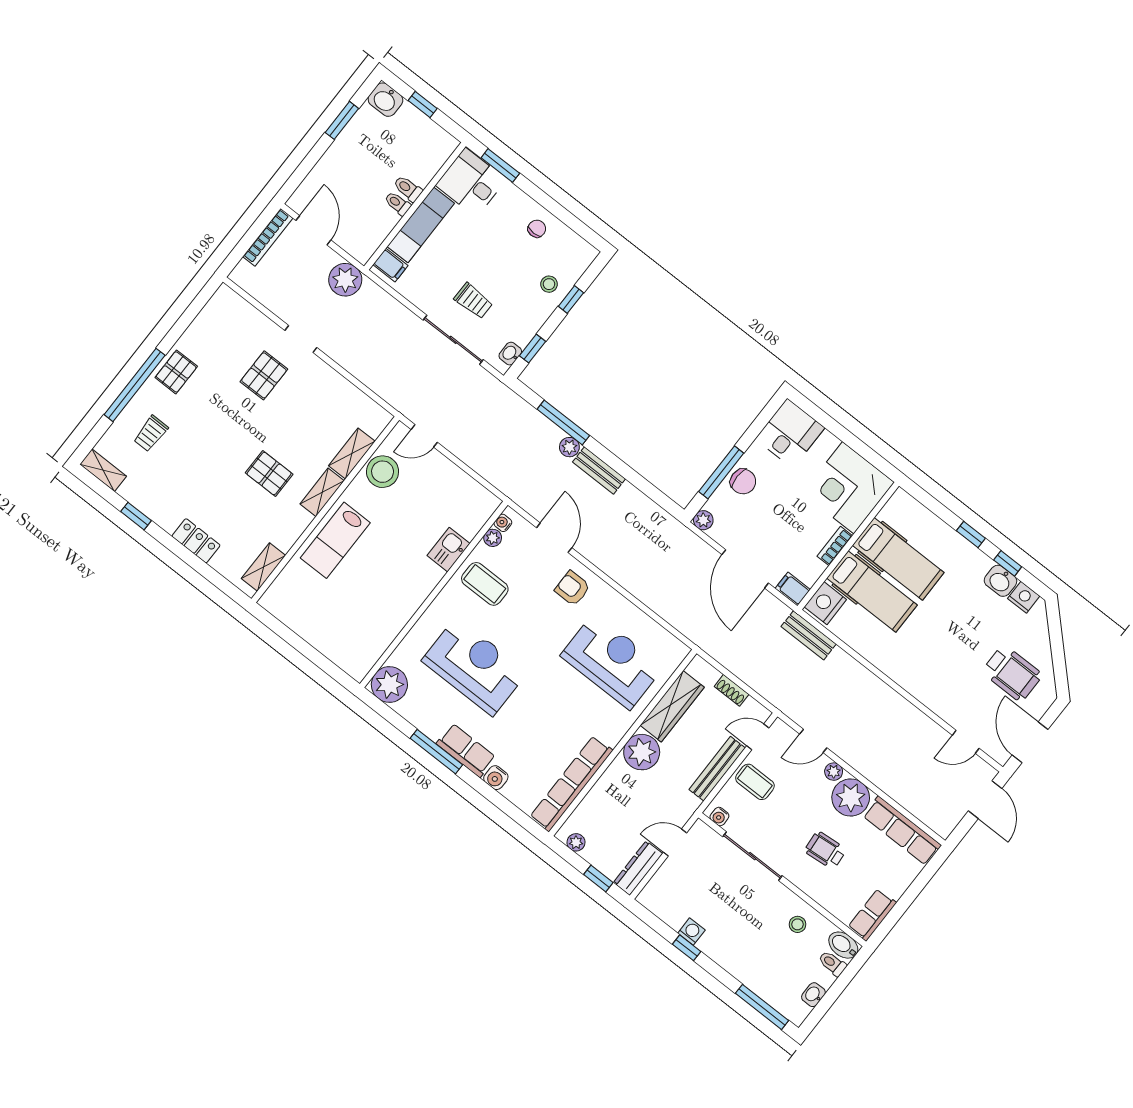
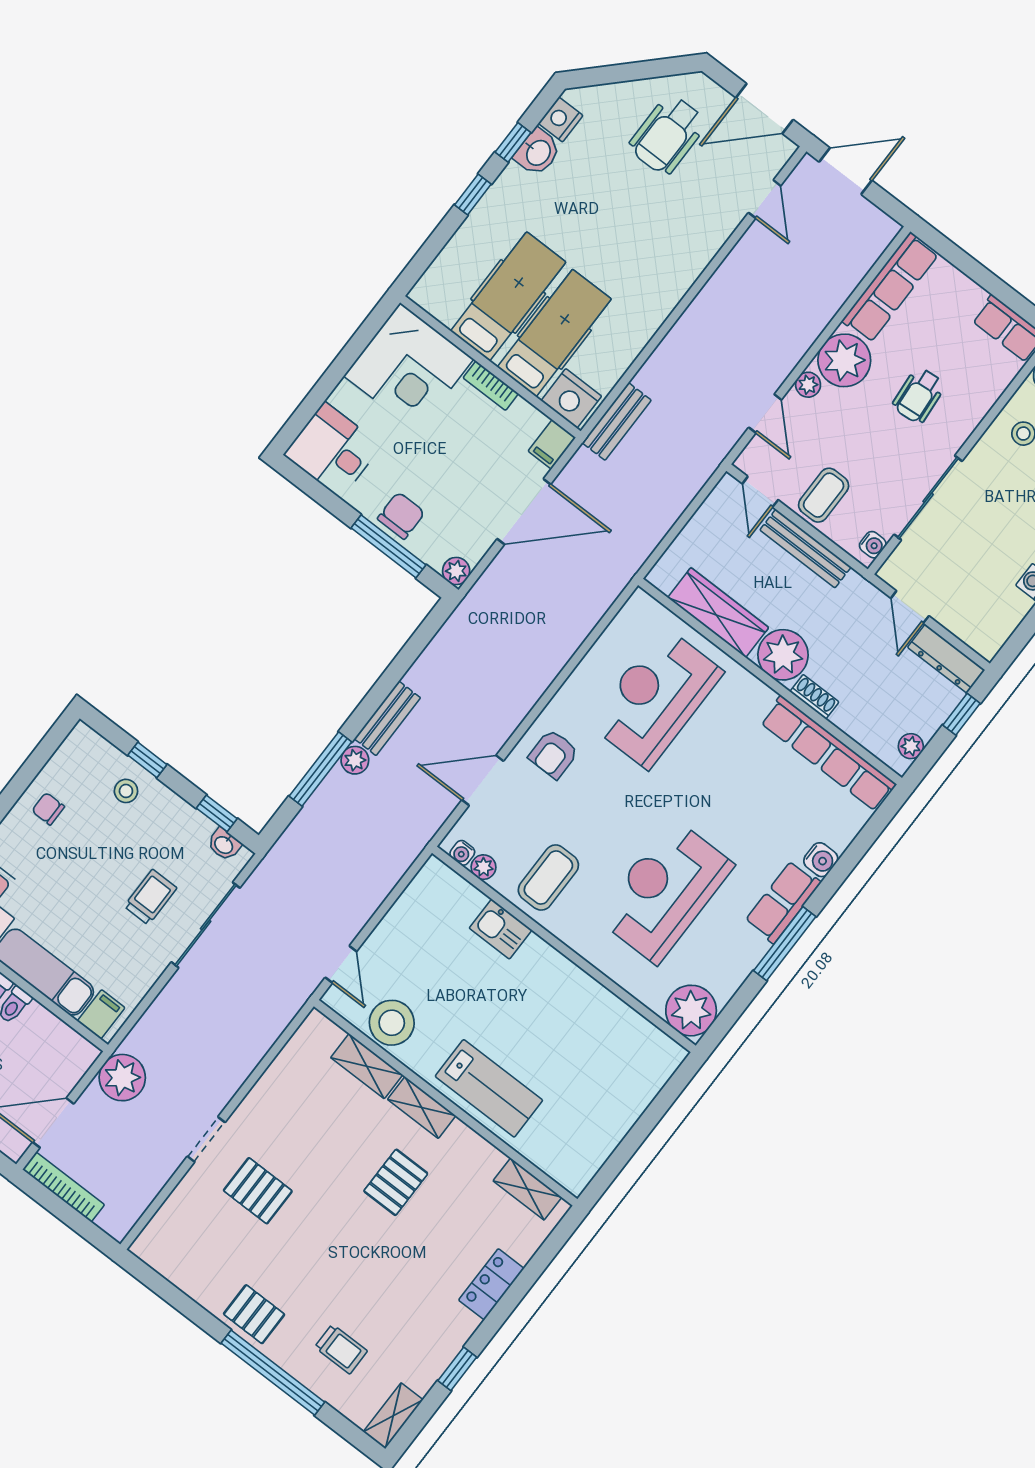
wheelchair: (1012, 673) -> (668, 135), turned 180
shoe rack: (732, 690) -> (814, 697), moved, turned -90

